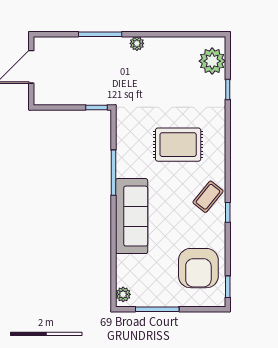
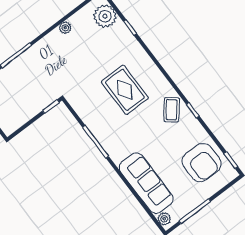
plant: (137, 43) -> (65, 28), moved
rug: (178, 145) -> (125, 90), turned 90
sofa: (132, 216) -> (146, 183), moved

